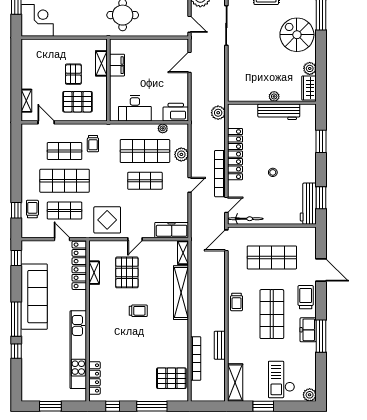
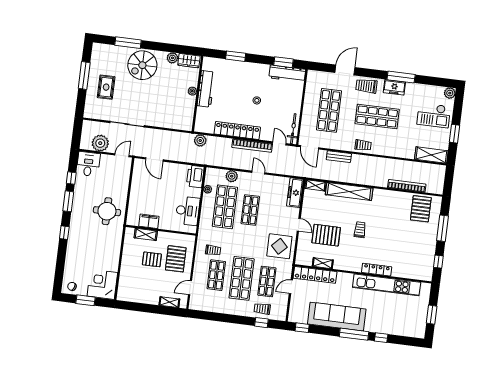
bench: (220, 345) -> (339, 157), moved
locker: (94, 378) -> (377, 270), moved

